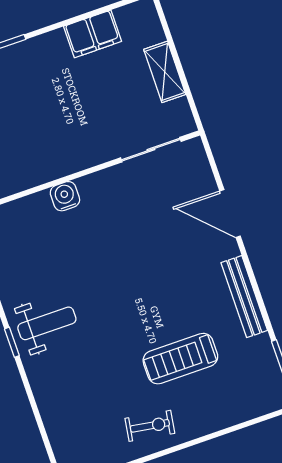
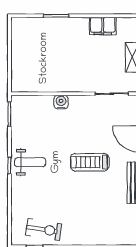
treadmill: (180, 359) -> (90, 162), moved
exercise bike: (150, 426) -> (44, 229), moved, width x1.38, depth x1.39

